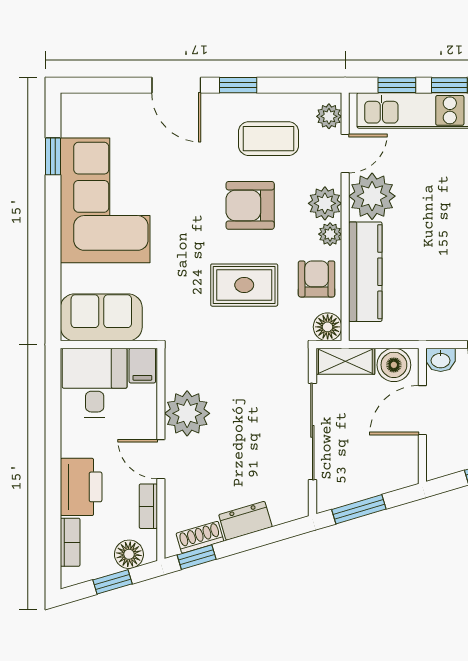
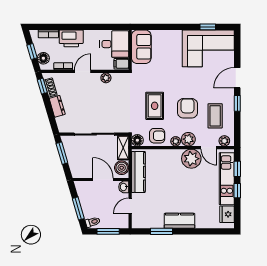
corner sofa: (105, 200) -> (208, 48), moved
kitchen counter: (365, 272) -> (138, 172), moved, turned -90
plant: (187, 413) -> (106, 78), width x0.53, depth x0.53

